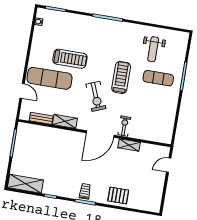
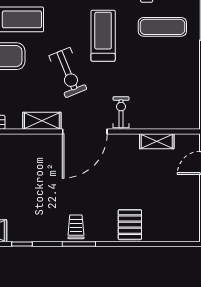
shelving: (65, 121) -> (42, 121), moved
shelving: (129, 145) -> (157, 141), moved
pallet: (118, 195) -> (130, 225), turned 90

